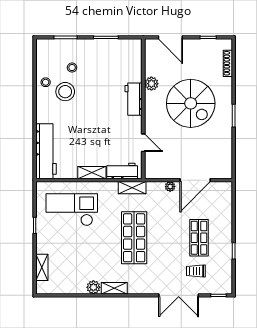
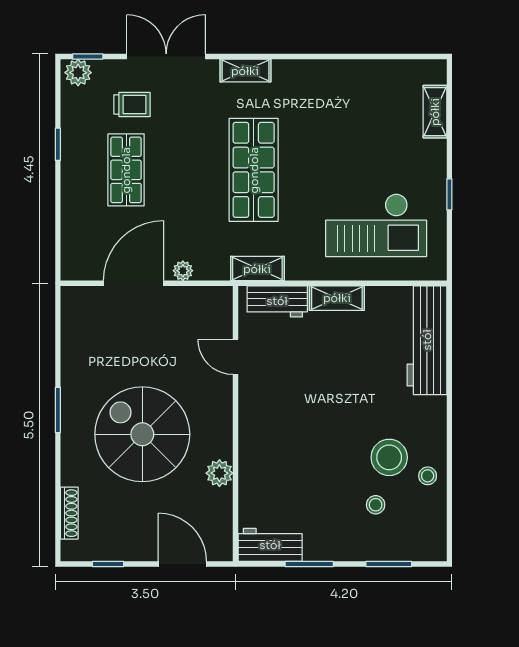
workbench: (134, 99) -> (270, 545), moved, turned -90
plant: (93, 287) -> (78, 73), moved
shelving: (114, 288) -> (245, 71), moved

